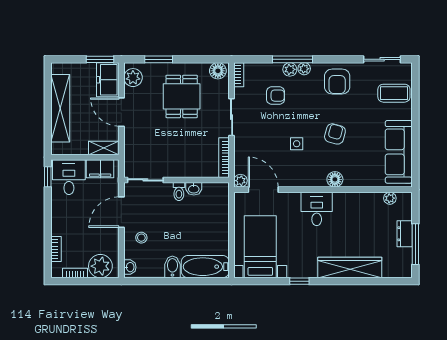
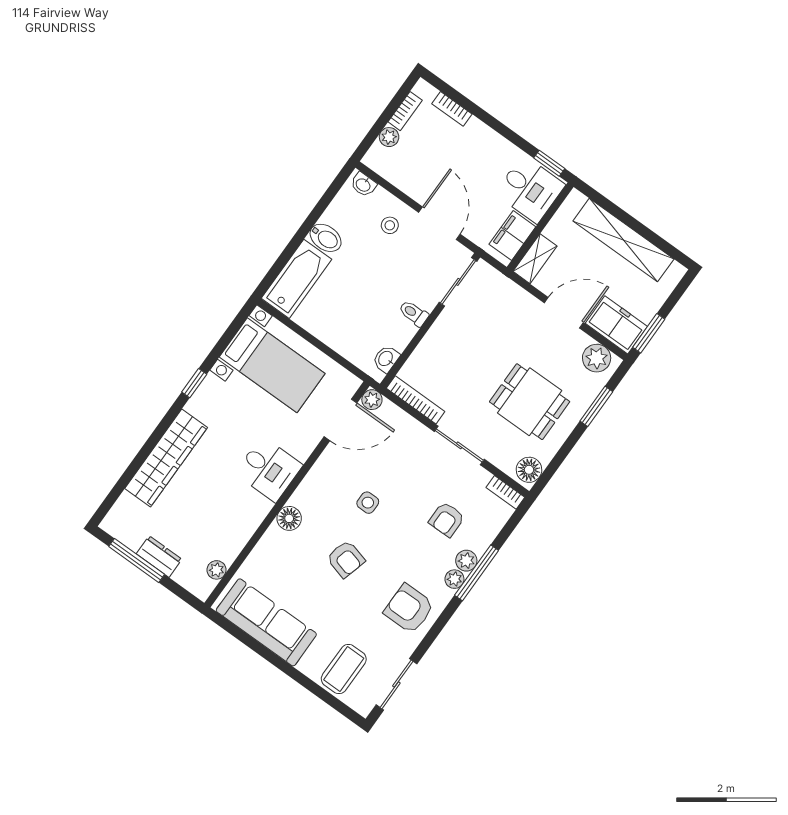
washbasin: (194, 189) -> (386, 359), moved
plant: (100, 266) -> (389, 137), width x0.53, depth x0.53

